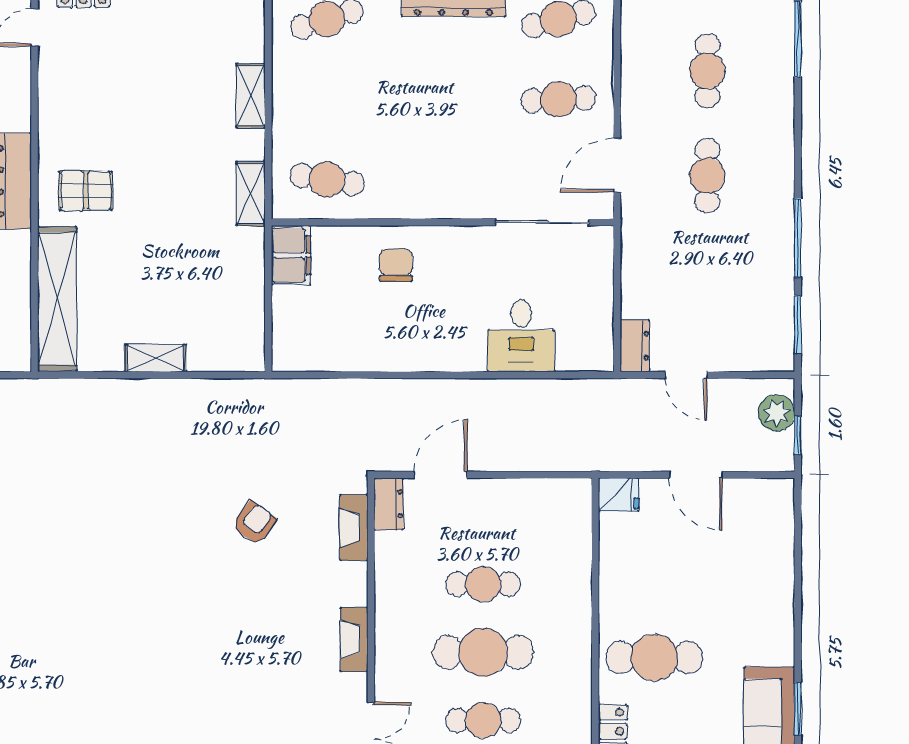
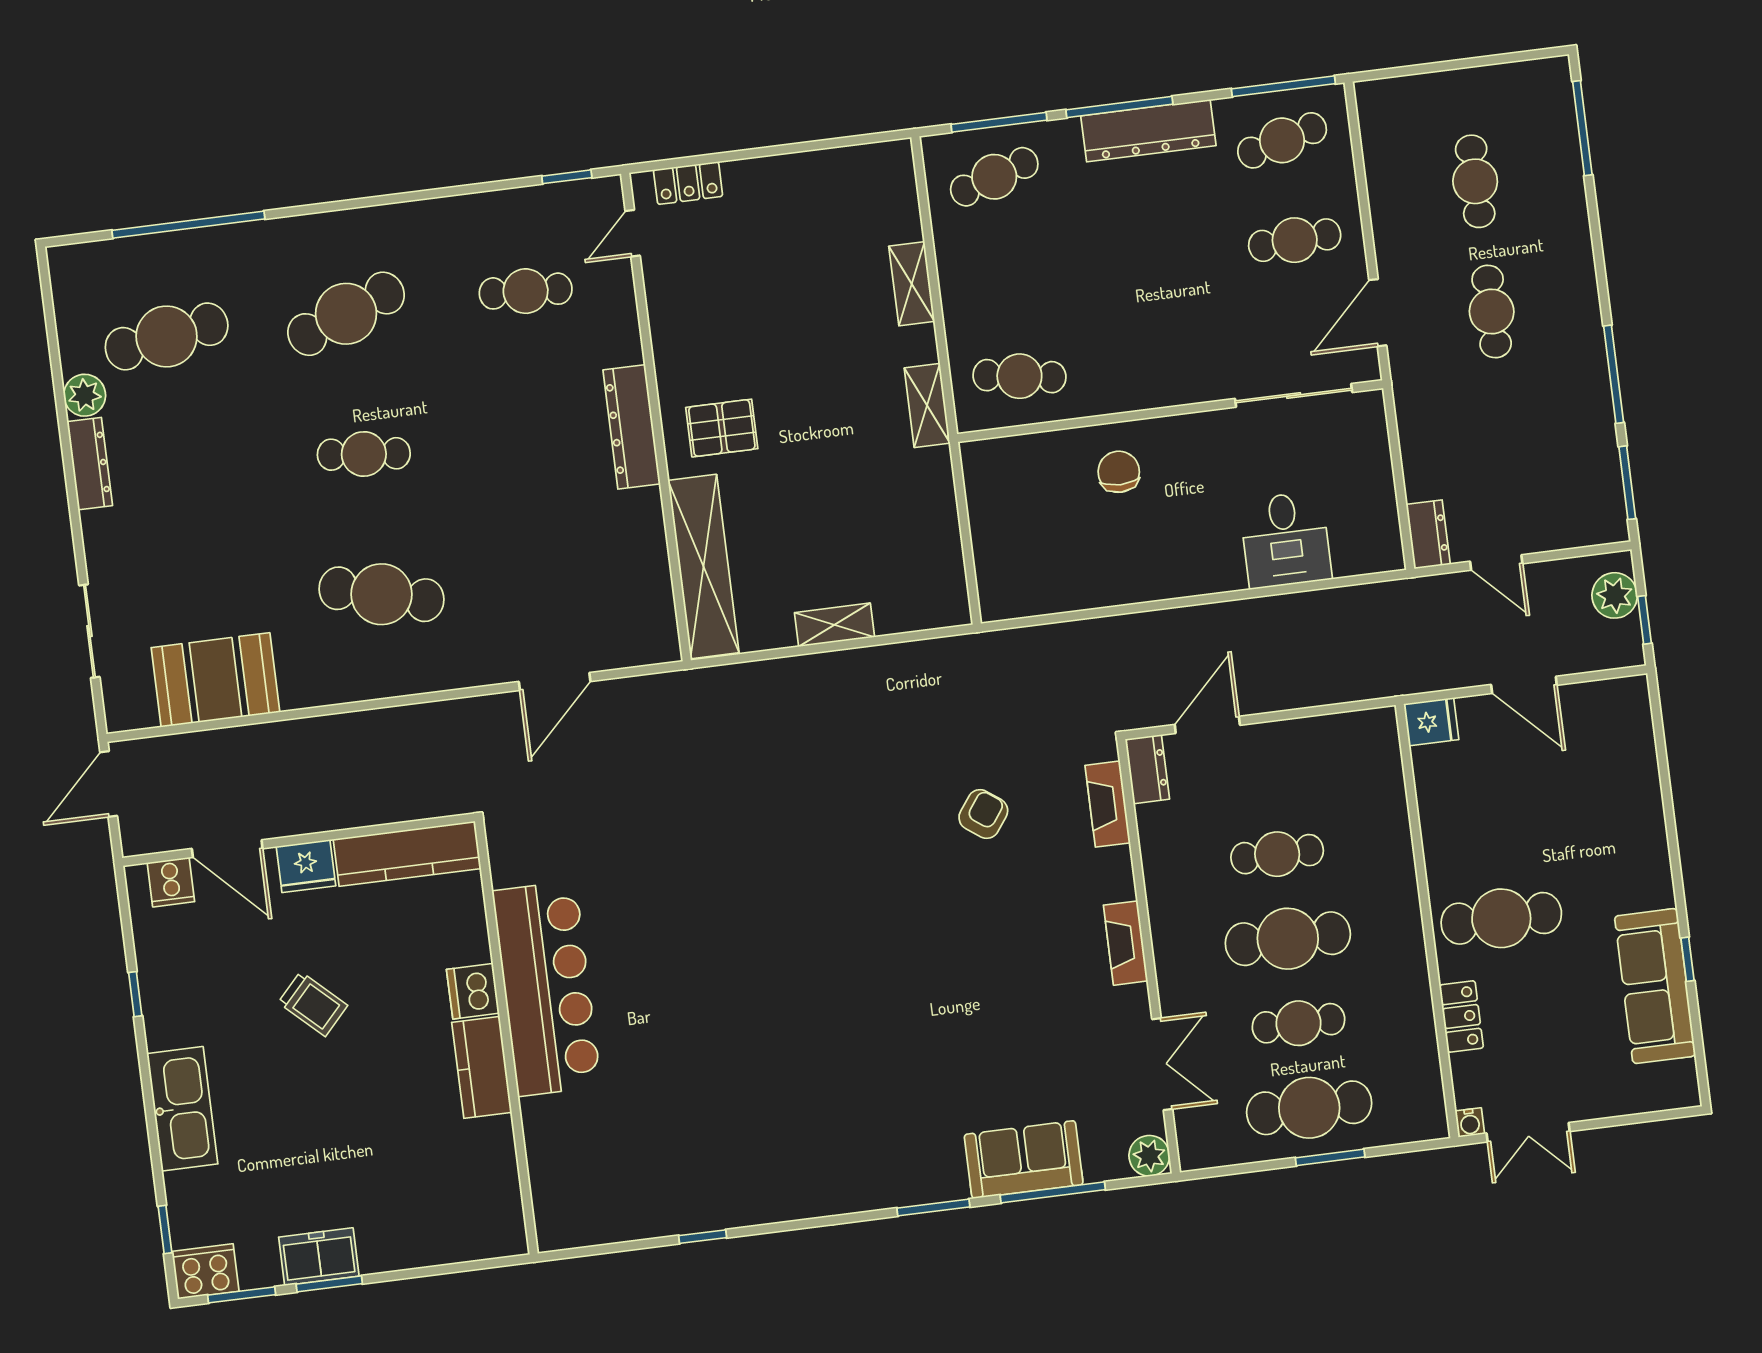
filing cabinet: (291, 255) -> (987, 475), removed
window: (798, 709) -> (1687, 959), width x0.67

